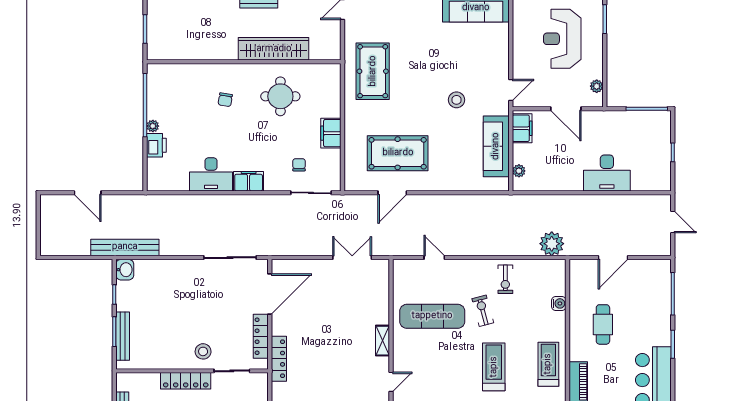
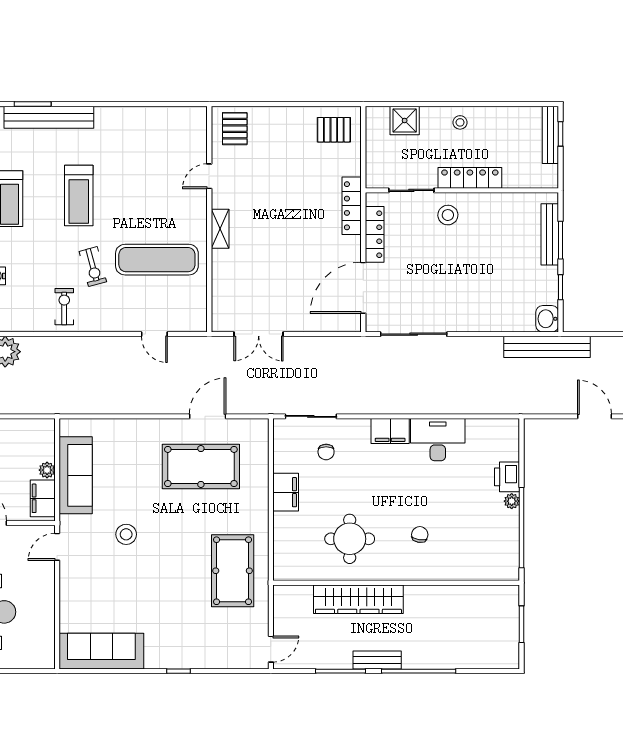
plant: (519, 171) -> (47, 470), moved

